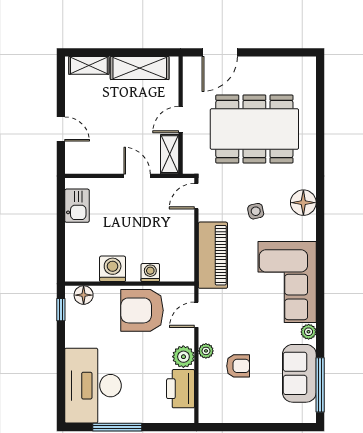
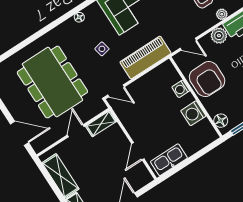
door: (181, 120) -> (76, 131), swing flipped
door: (137, 176) -> (138, 151), moved
floor lamp: (303, 203) -> (79, 17), width x0.53, depth x0.53
kitchen sink: (77, 206) -> (169, 160), width x1.38
plant: (206, 351) -> (222, 14), moved

